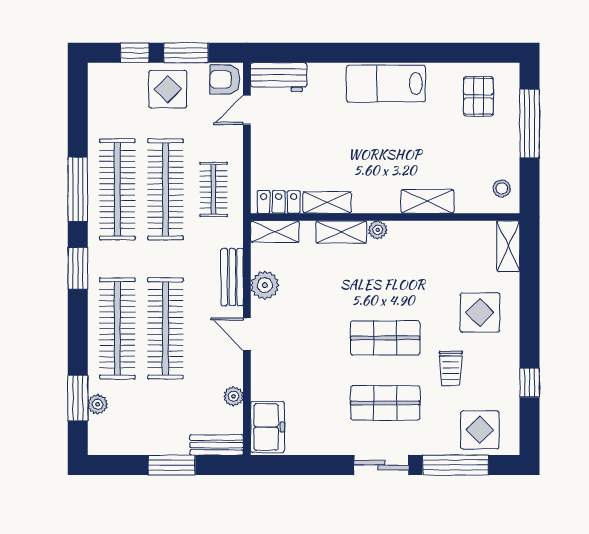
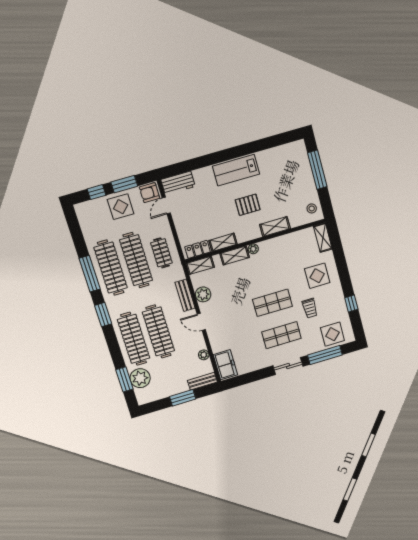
pallet: (478, 96) -> (248, 205), moved, turned 90
plant: (98, 404) -> (140, 378), width x1.87, depth x1.87

